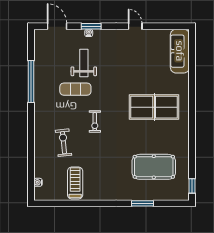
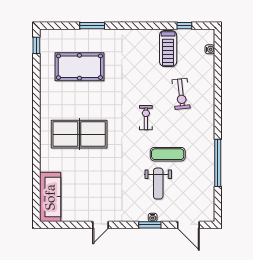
door: (135, 26) -> (101, 225), hinge flipped
window: (61, 203) -> (184, 26), added

